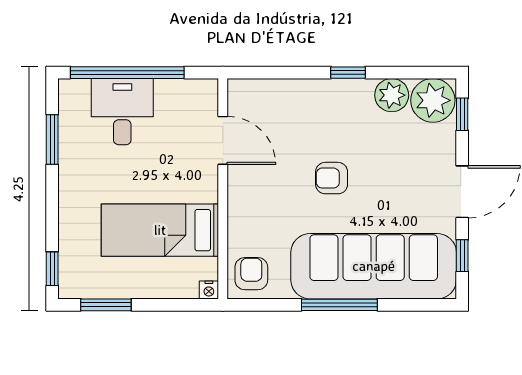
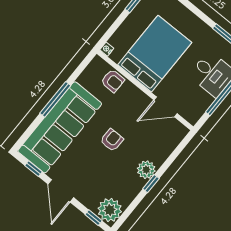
plant: (392, 95) -> (146, 170), moved
bed: (160, 230) -> (155, 54), width x1.50
armchair: (251, 274) -> (113, 81), moved

